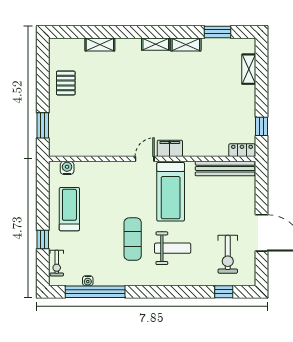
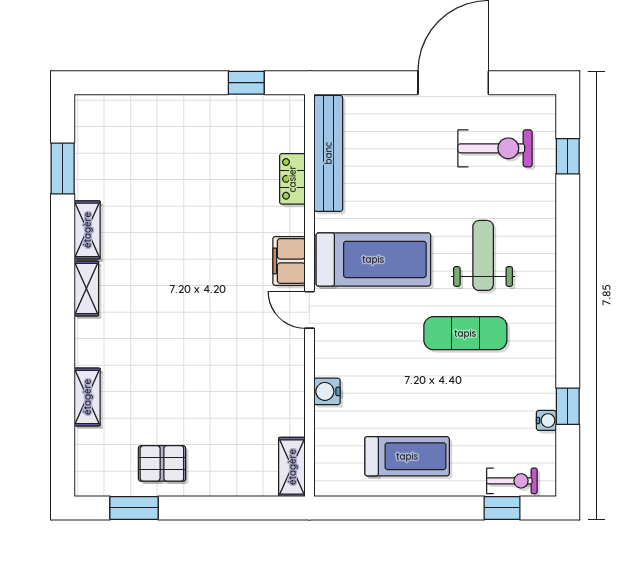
shelving: (249, 69) -> (292, 467), moved, turned 90
window: (43, 125) -> (134, 508), moved
locker: (242, 150) -> (292, 179), moved
water cooler: (67, 168) -> (327, 391), moved
treadmill: (69, 209) -> (407, 456), turned 180
window: (43, 239) -> (502, 508), moved
window: (95, 292) -> (568, 406), width x0.32

